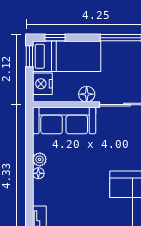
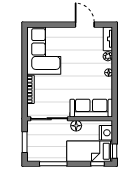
plant: (40, 159) -> (108, 56), moved

